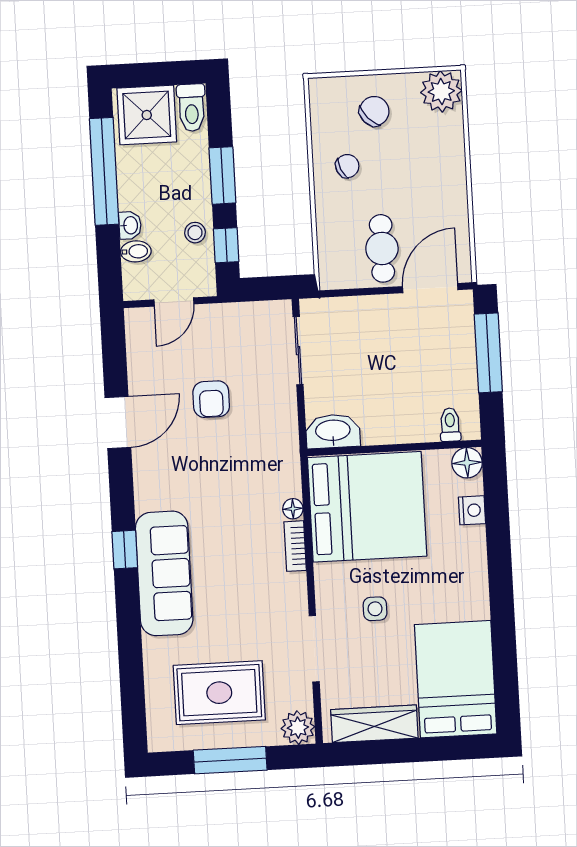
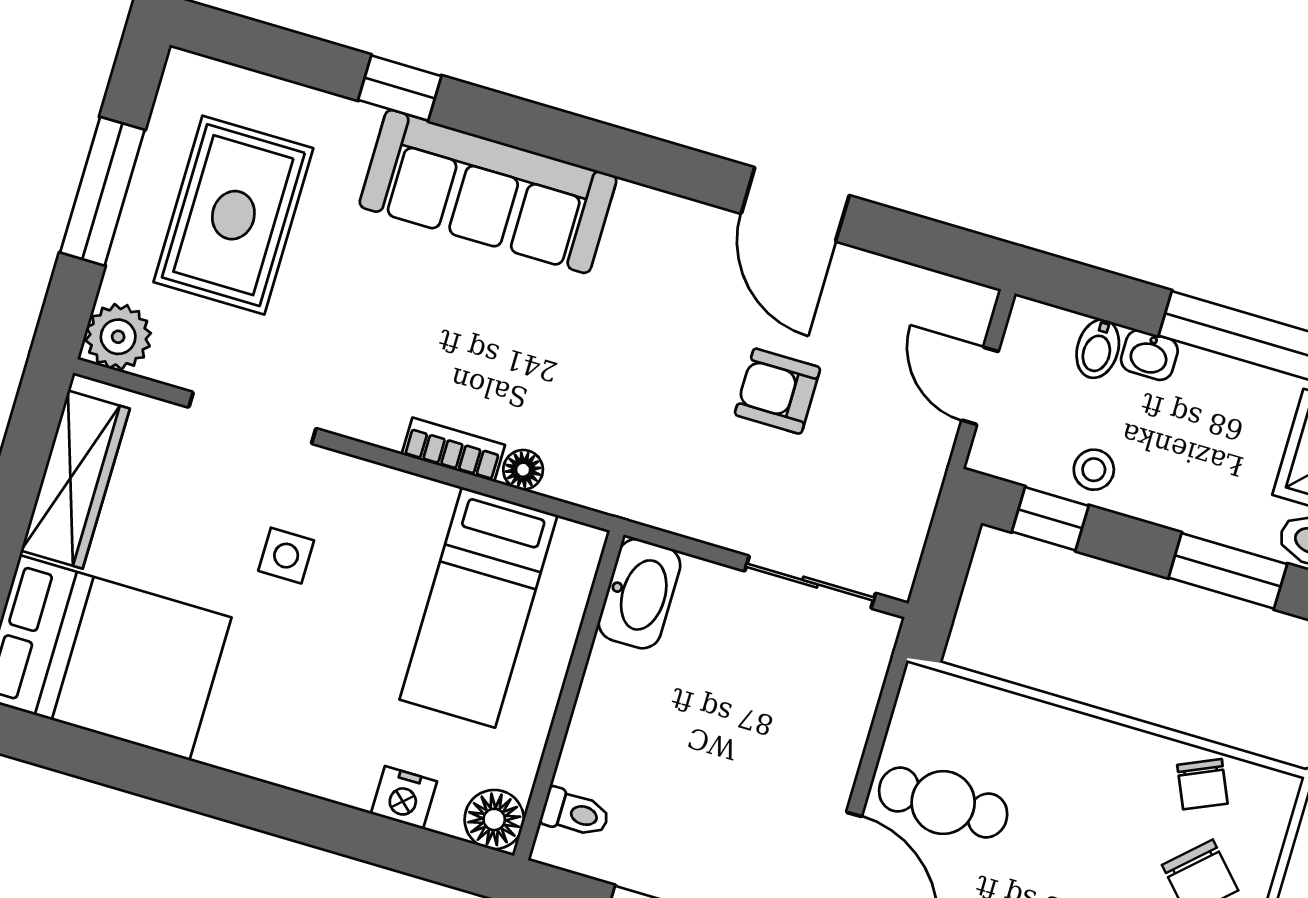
chair: (347, 166) -> (1202, 784), moved
window: (222, 175) -> (1228, 571), moved
bed: (367, 507) -> (479, 607), width x0.49
window: (125, 550) -> (400, 88), moved

